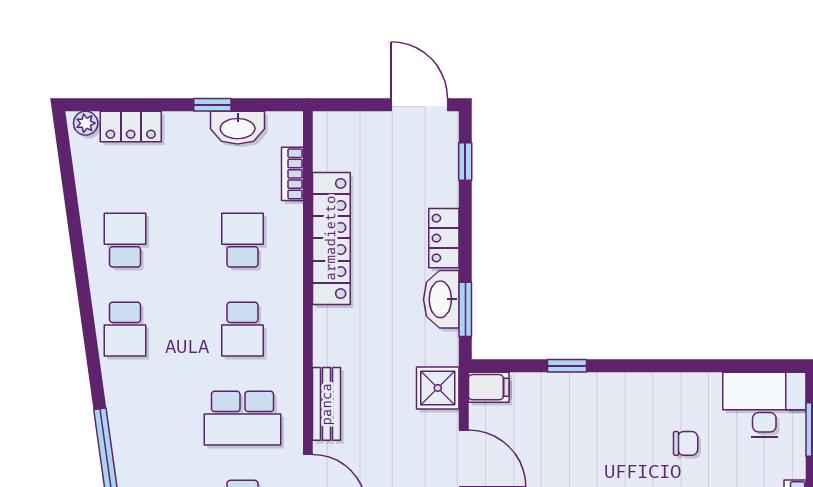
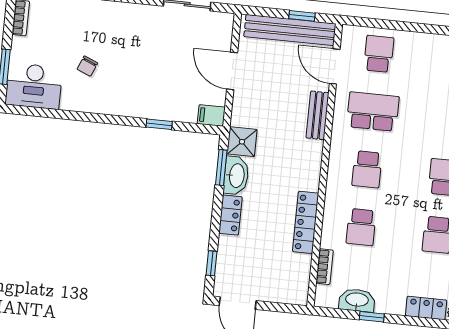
locker: (331, 238) -> (306, 222), width x0.71, depth x0.83
school desk: (242, 329) -> (367, 169), turned 180
shower: (438, 388) -> (242, 142), moved
chair: (686, 443) -> (87, 66), turned -67

